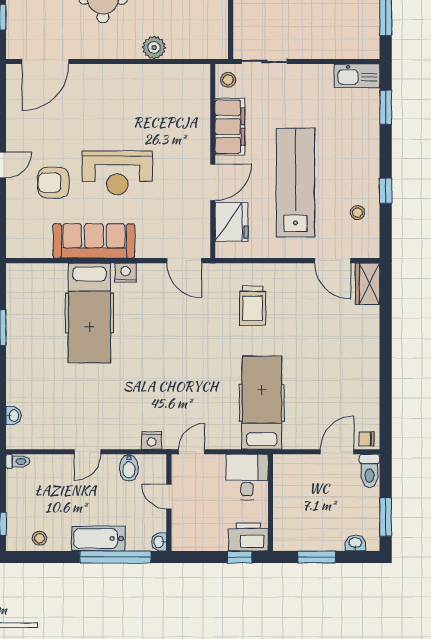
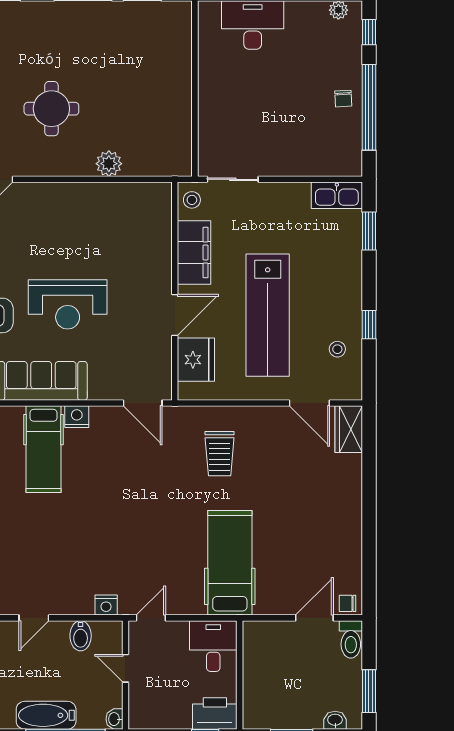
lab bench: (295, 182) -> (268, 315), turned 180
hospital bed: (89, 313) -> (44, 449), width x0.73, depth x0.78

